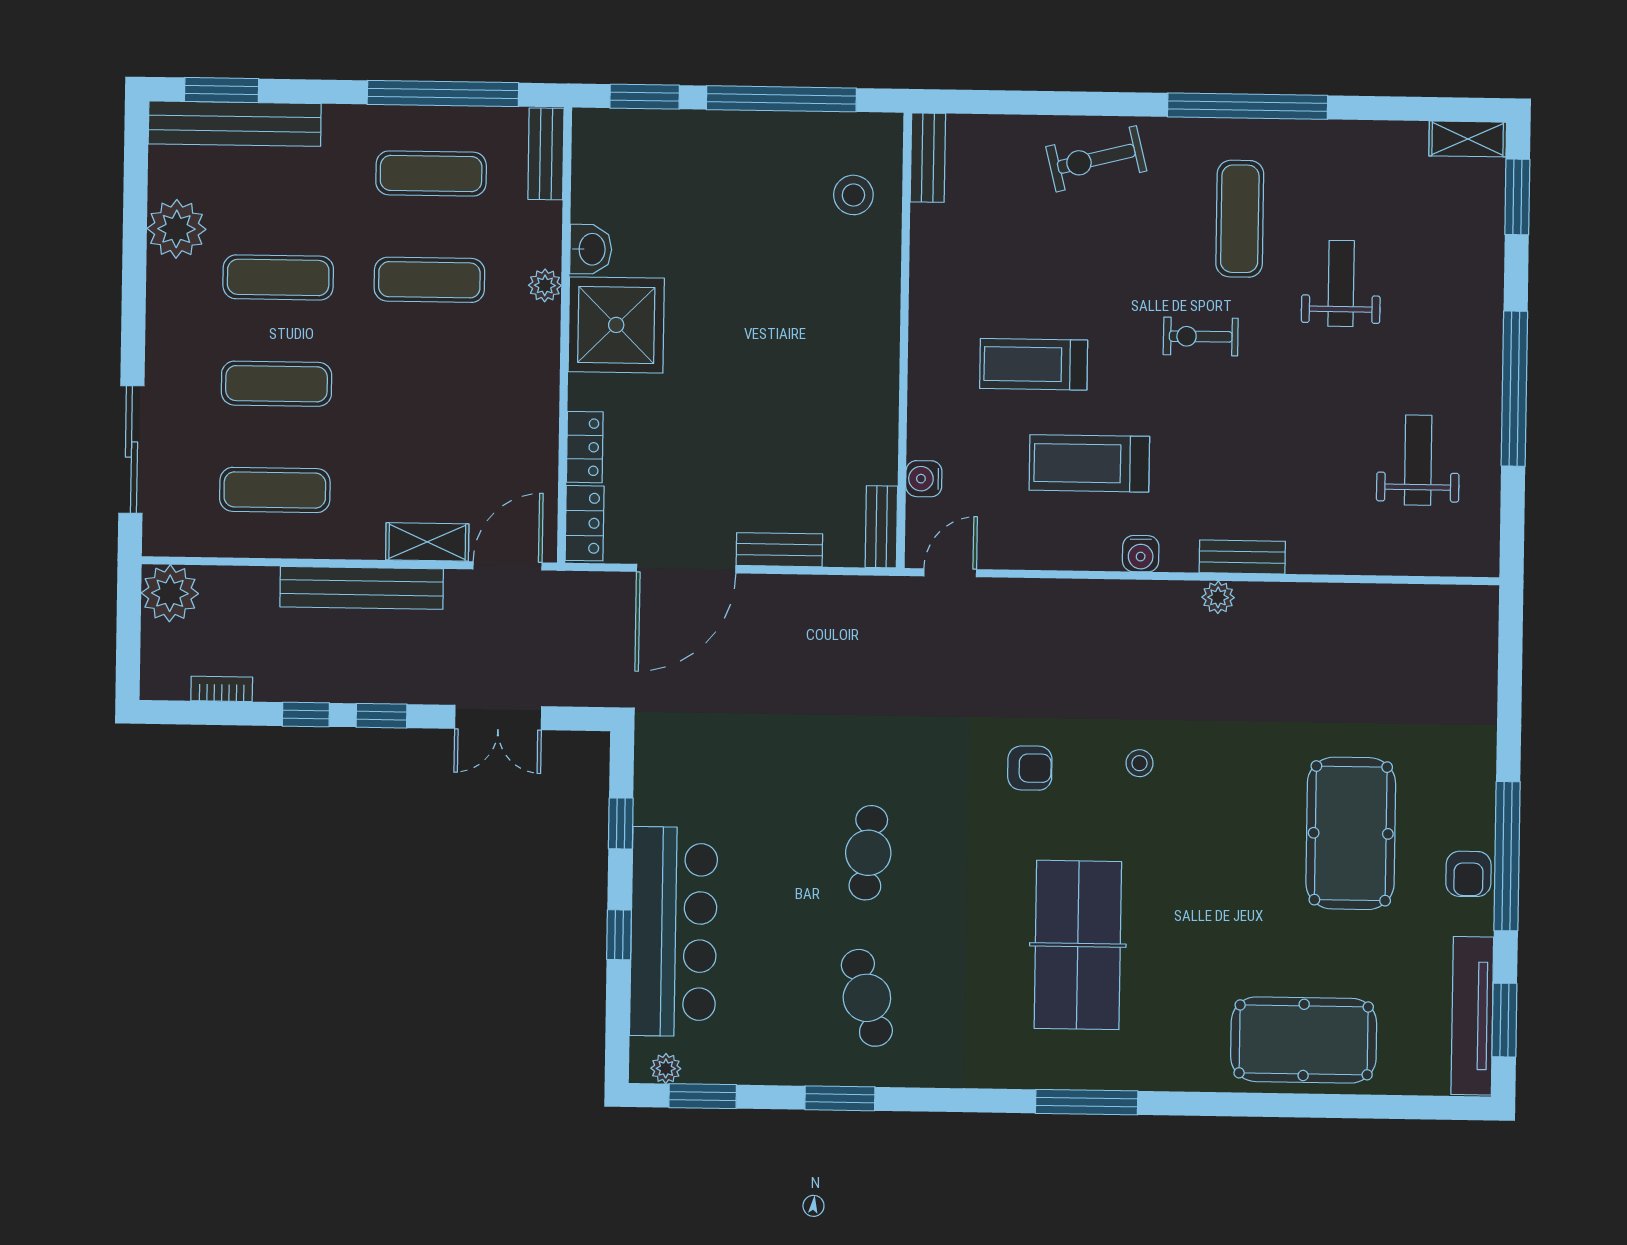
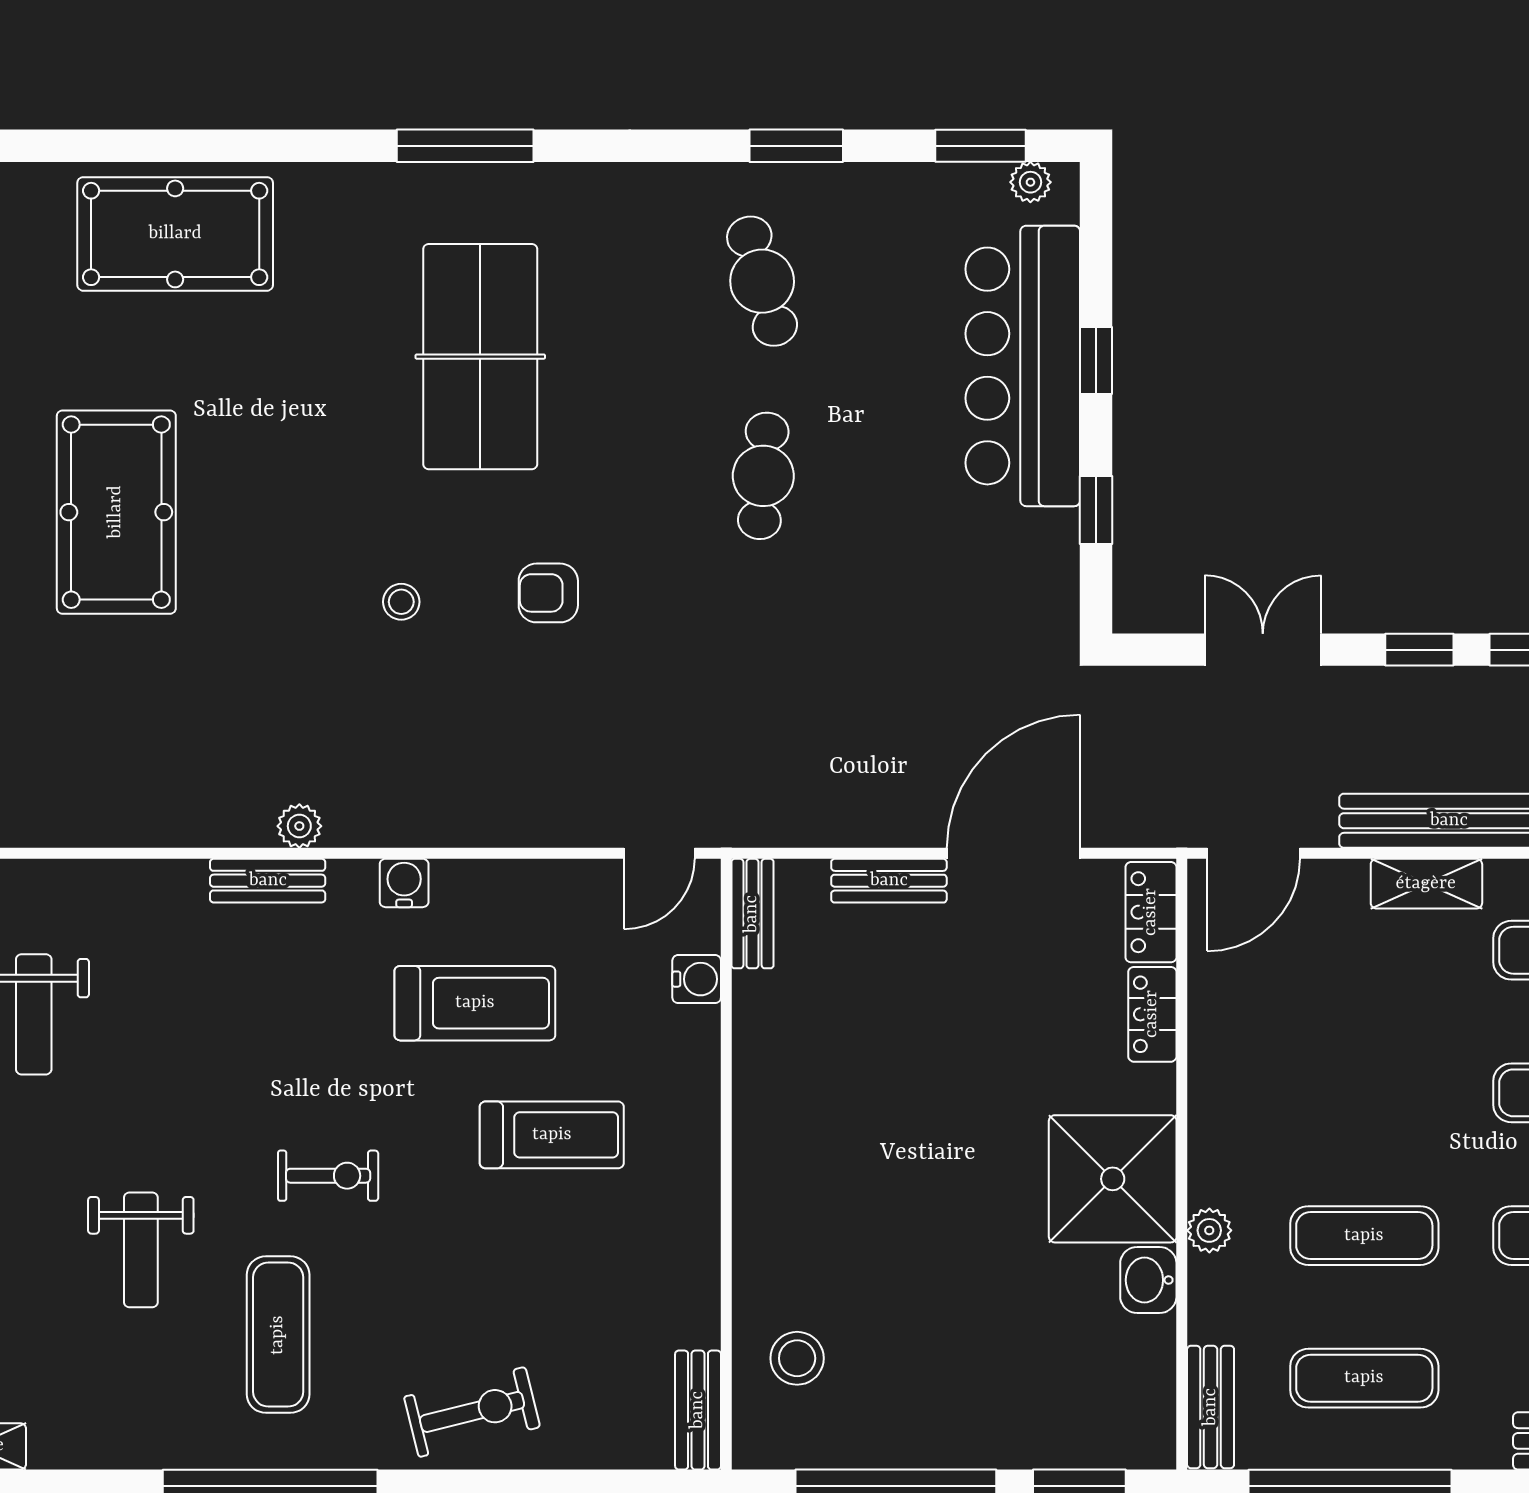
shelving: (427, 542) -> (1426, 884), moved

